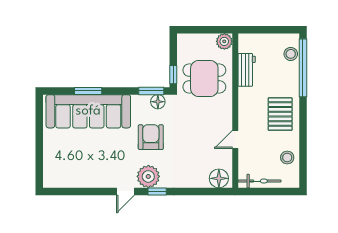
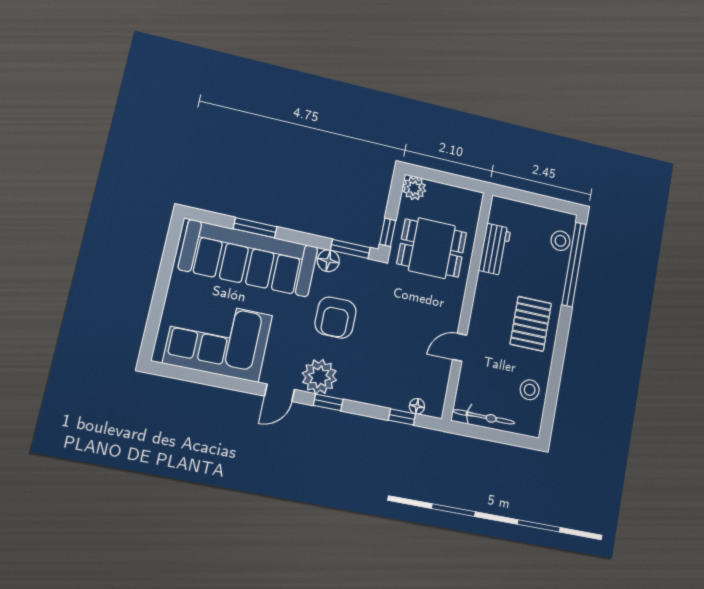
plant: (224, 41) -> (414, 188), moved
floor lamp: (158, 102) -> (328, 261), moved
armchair: (151, 137) -> (336, 318), turned 180
corner sofa: (80, 166) -> (218, 339), added
floor lamp: (219, 178) -> (417, 406), width x0.53, depth x0.53
window: (206, 191) -> (402, 417), added

